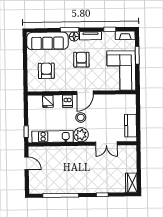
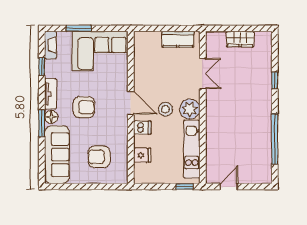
armchair: (81, 60) -> (84, 107), turned 180
wardrobe: (131, 183) -> (240, 39), moved

